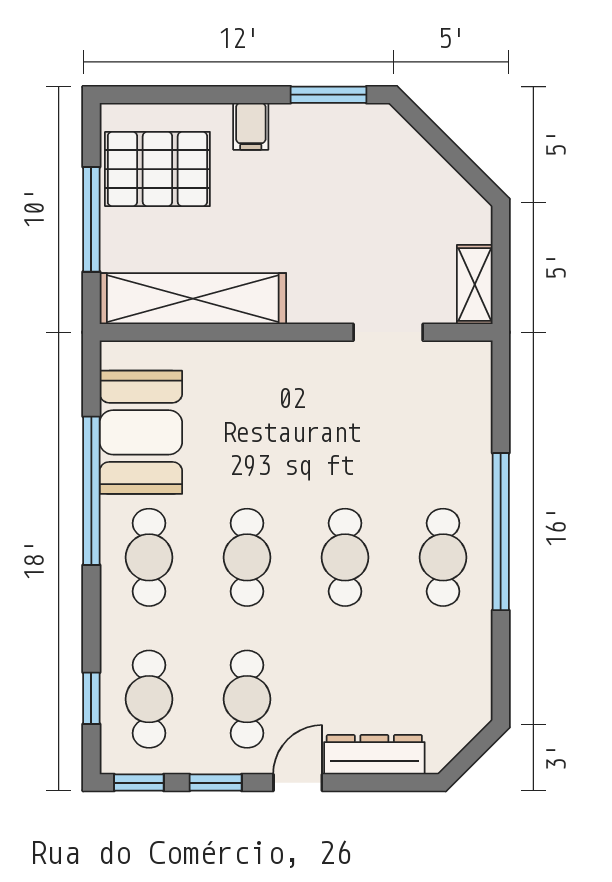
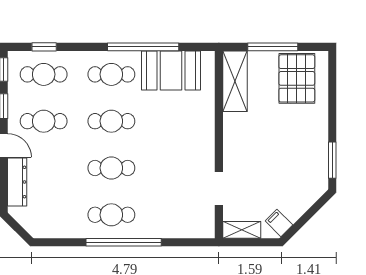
filing cabinet: (251, 126) -> (279, 223), moved, turned 45
shelving: (193, 299) -> (235, 81), width x0.68

